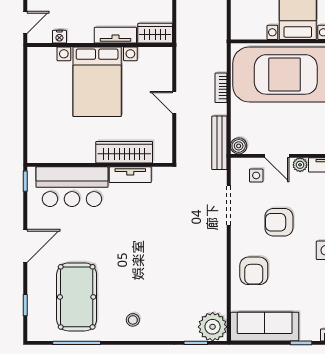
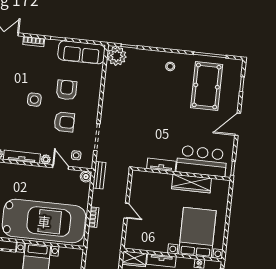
bed with nightstands: (97, 82) -> (197, 232), moved
bench: (219, 143) -> (99, 175), width x0.73
wardrobe: (124, 152) -> (192, 184), moved
armchair: (254, 271) -> (67, 90), moved

